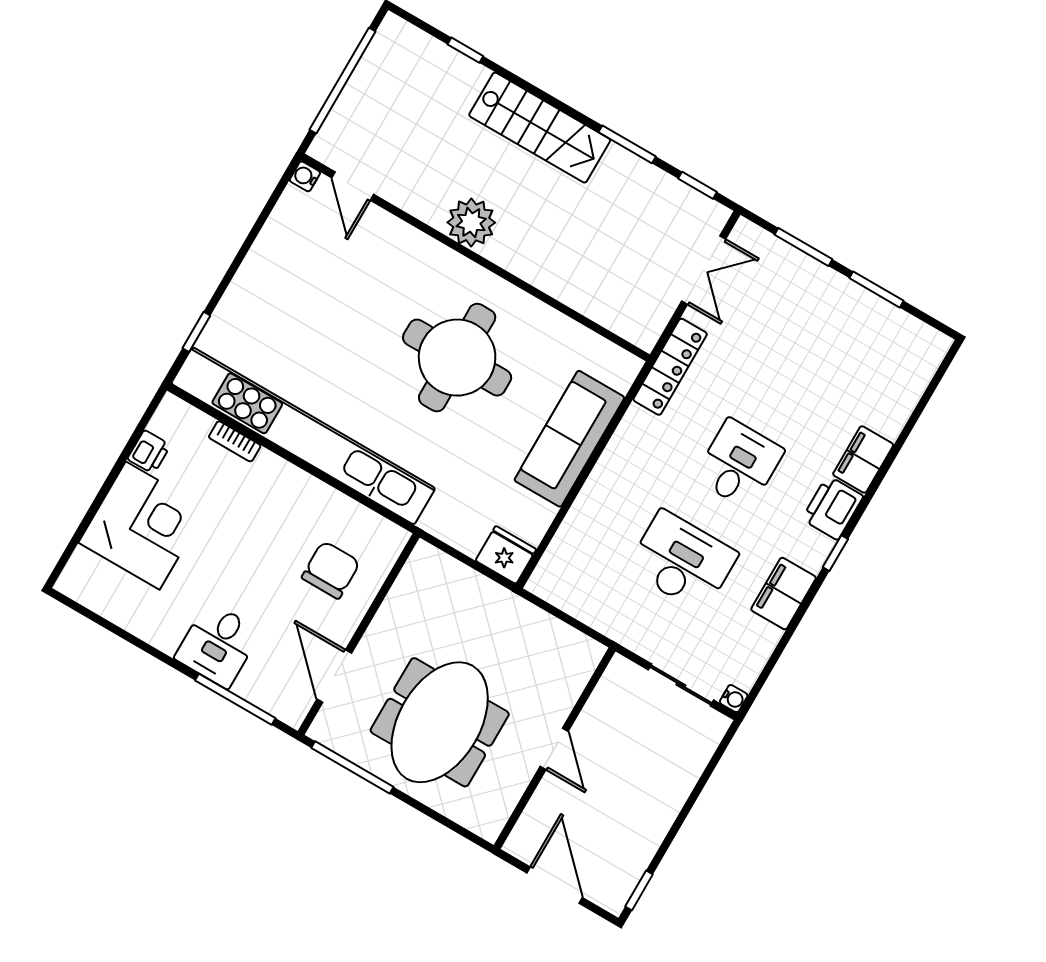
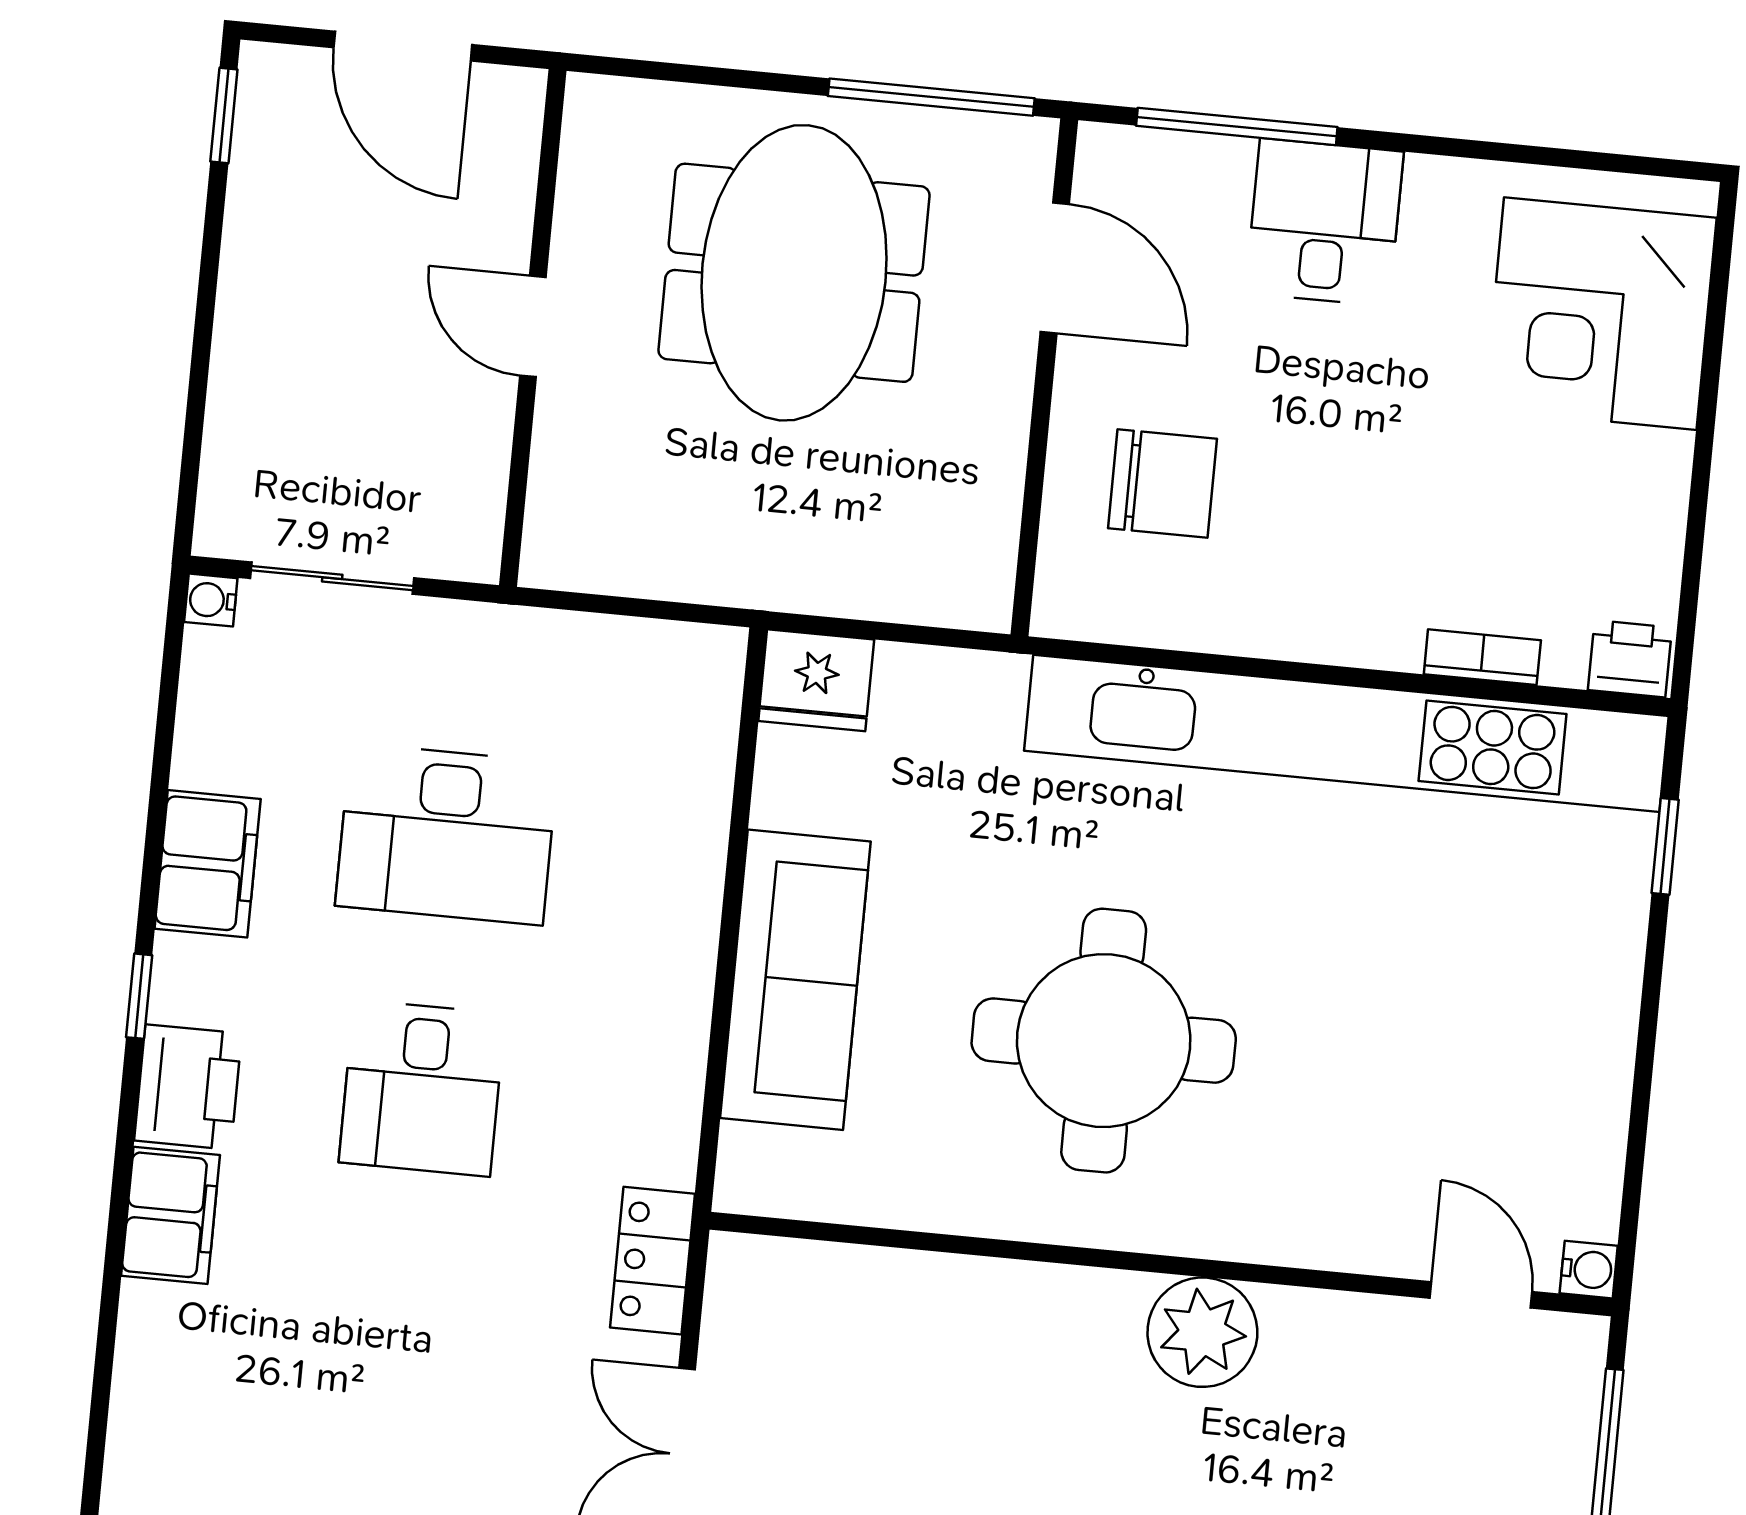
locker: (670, 367) -> (652, 1261), width x0.66
printer: (149, 452) -> (1630, 659), moved, turned 90
corner desk: (143, 526) -> (1600, 314), moved
chair: (331, 570) -> (1163, 484), turned -90

